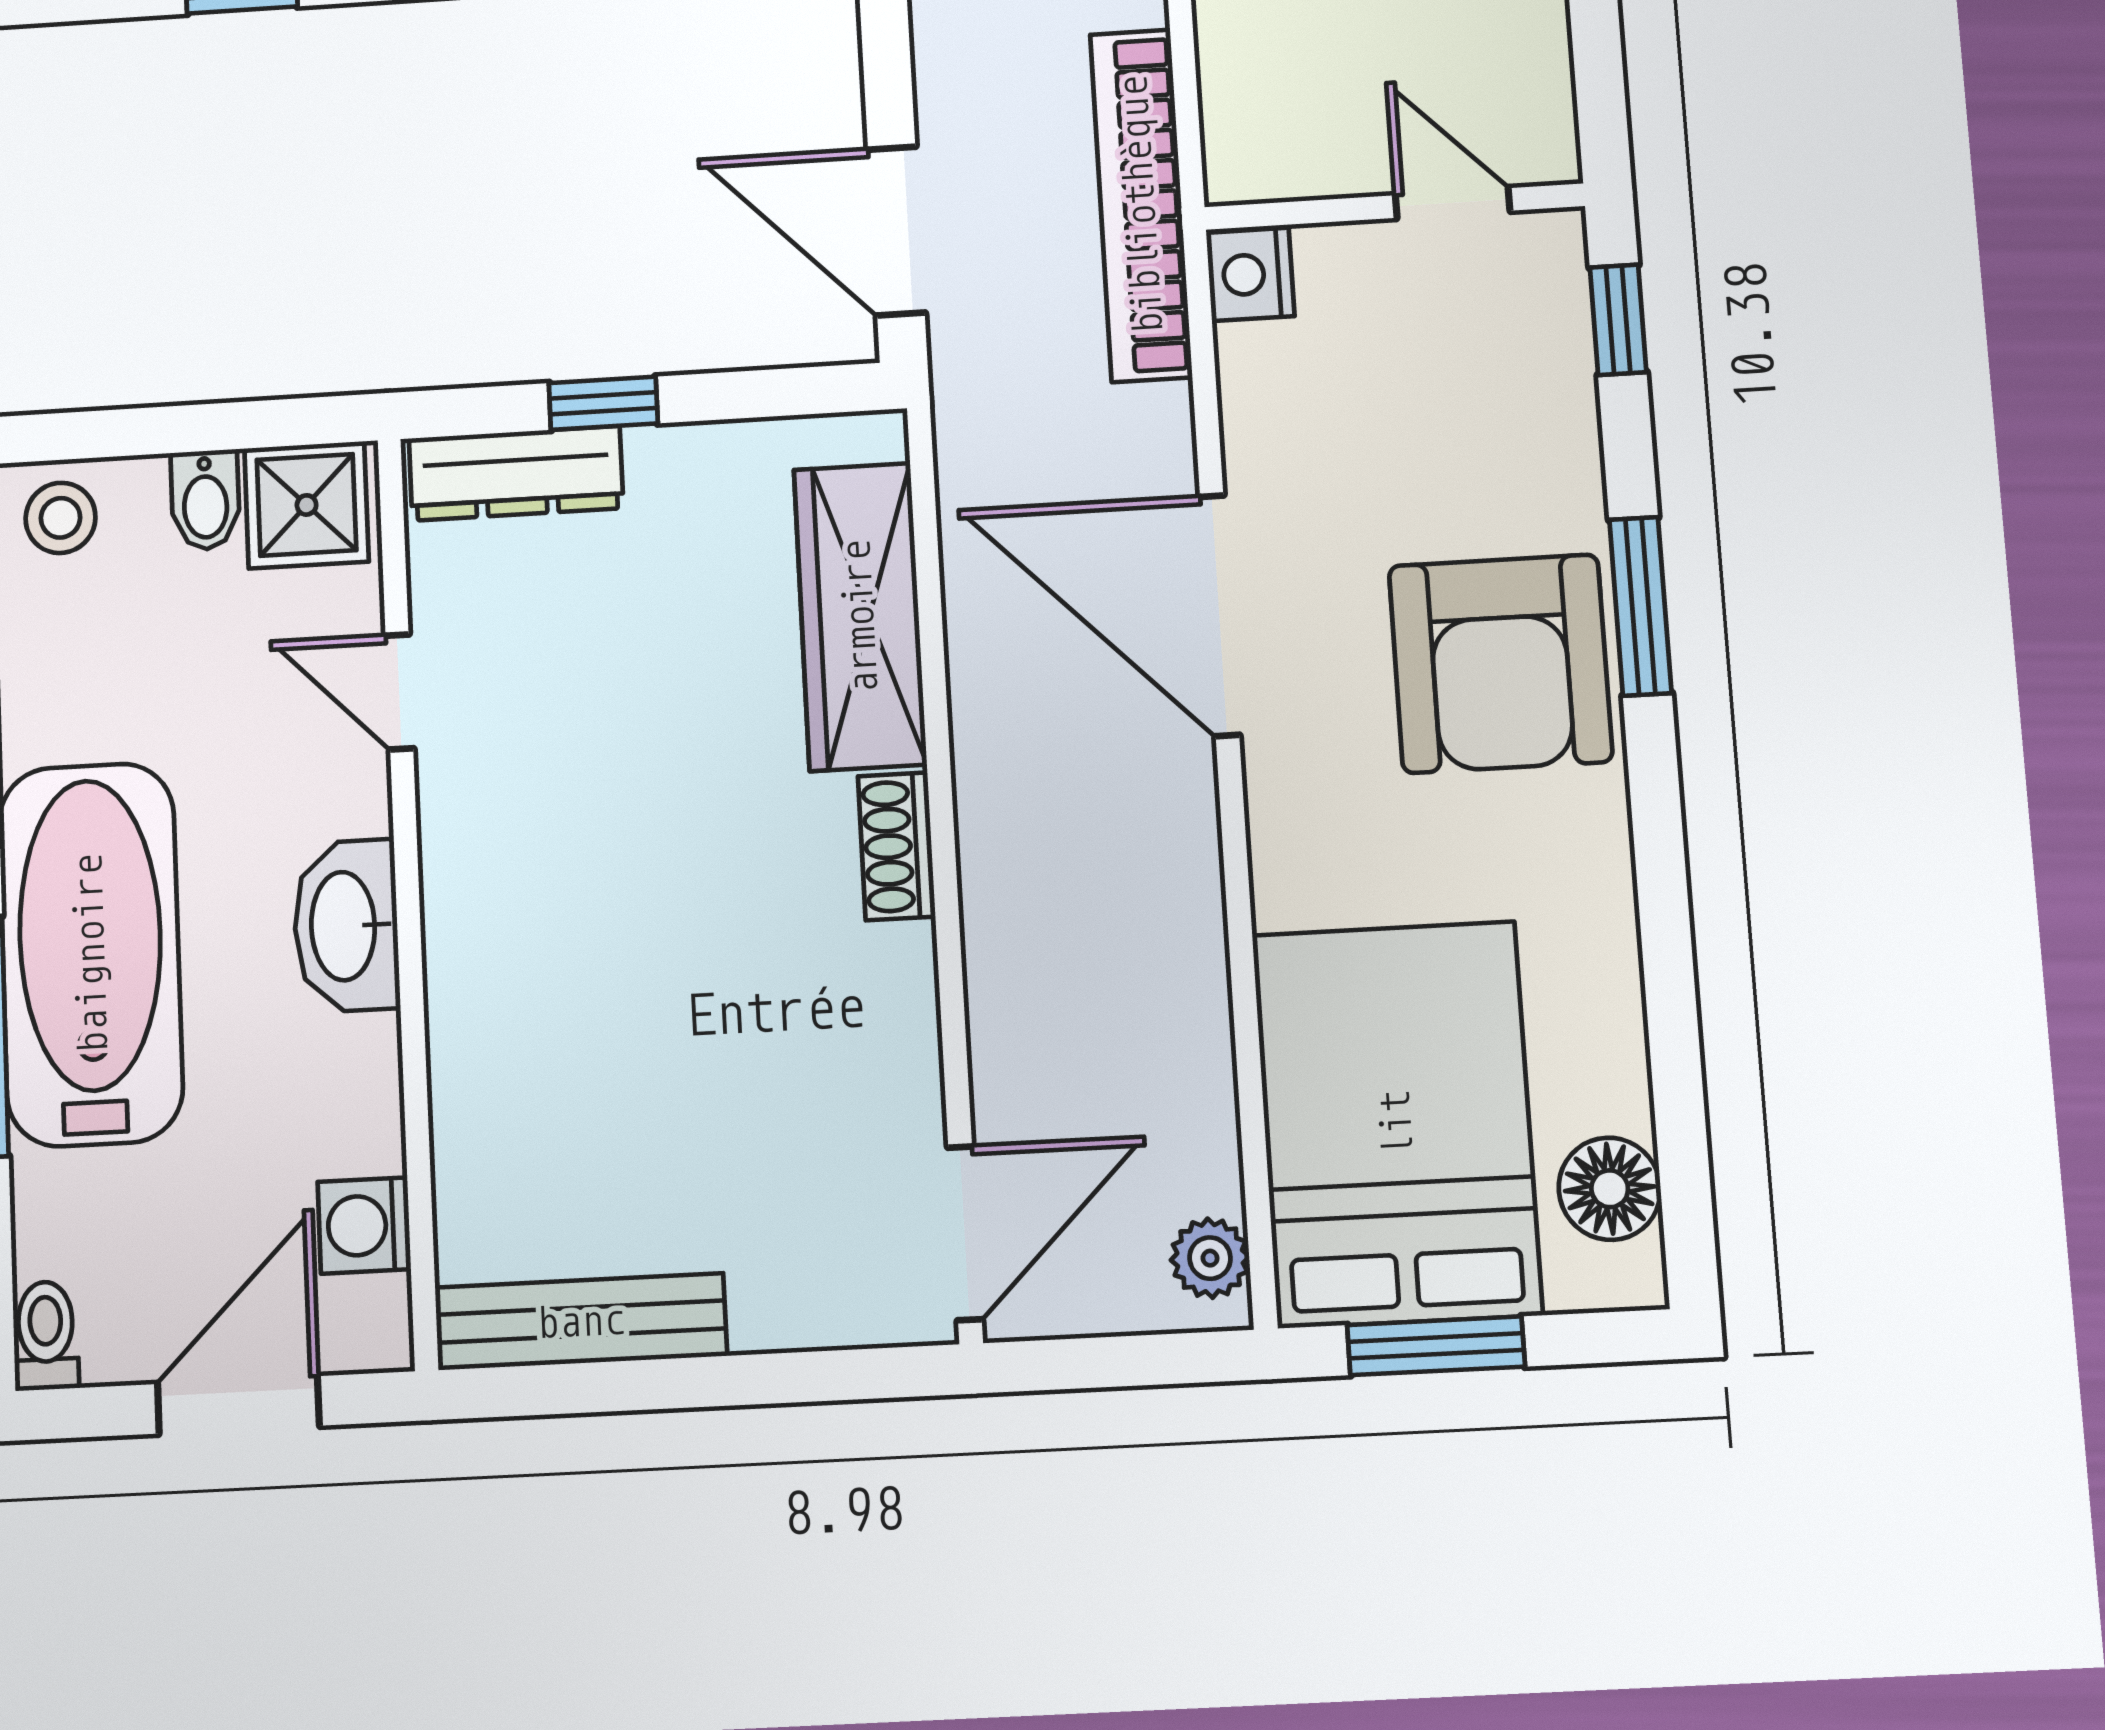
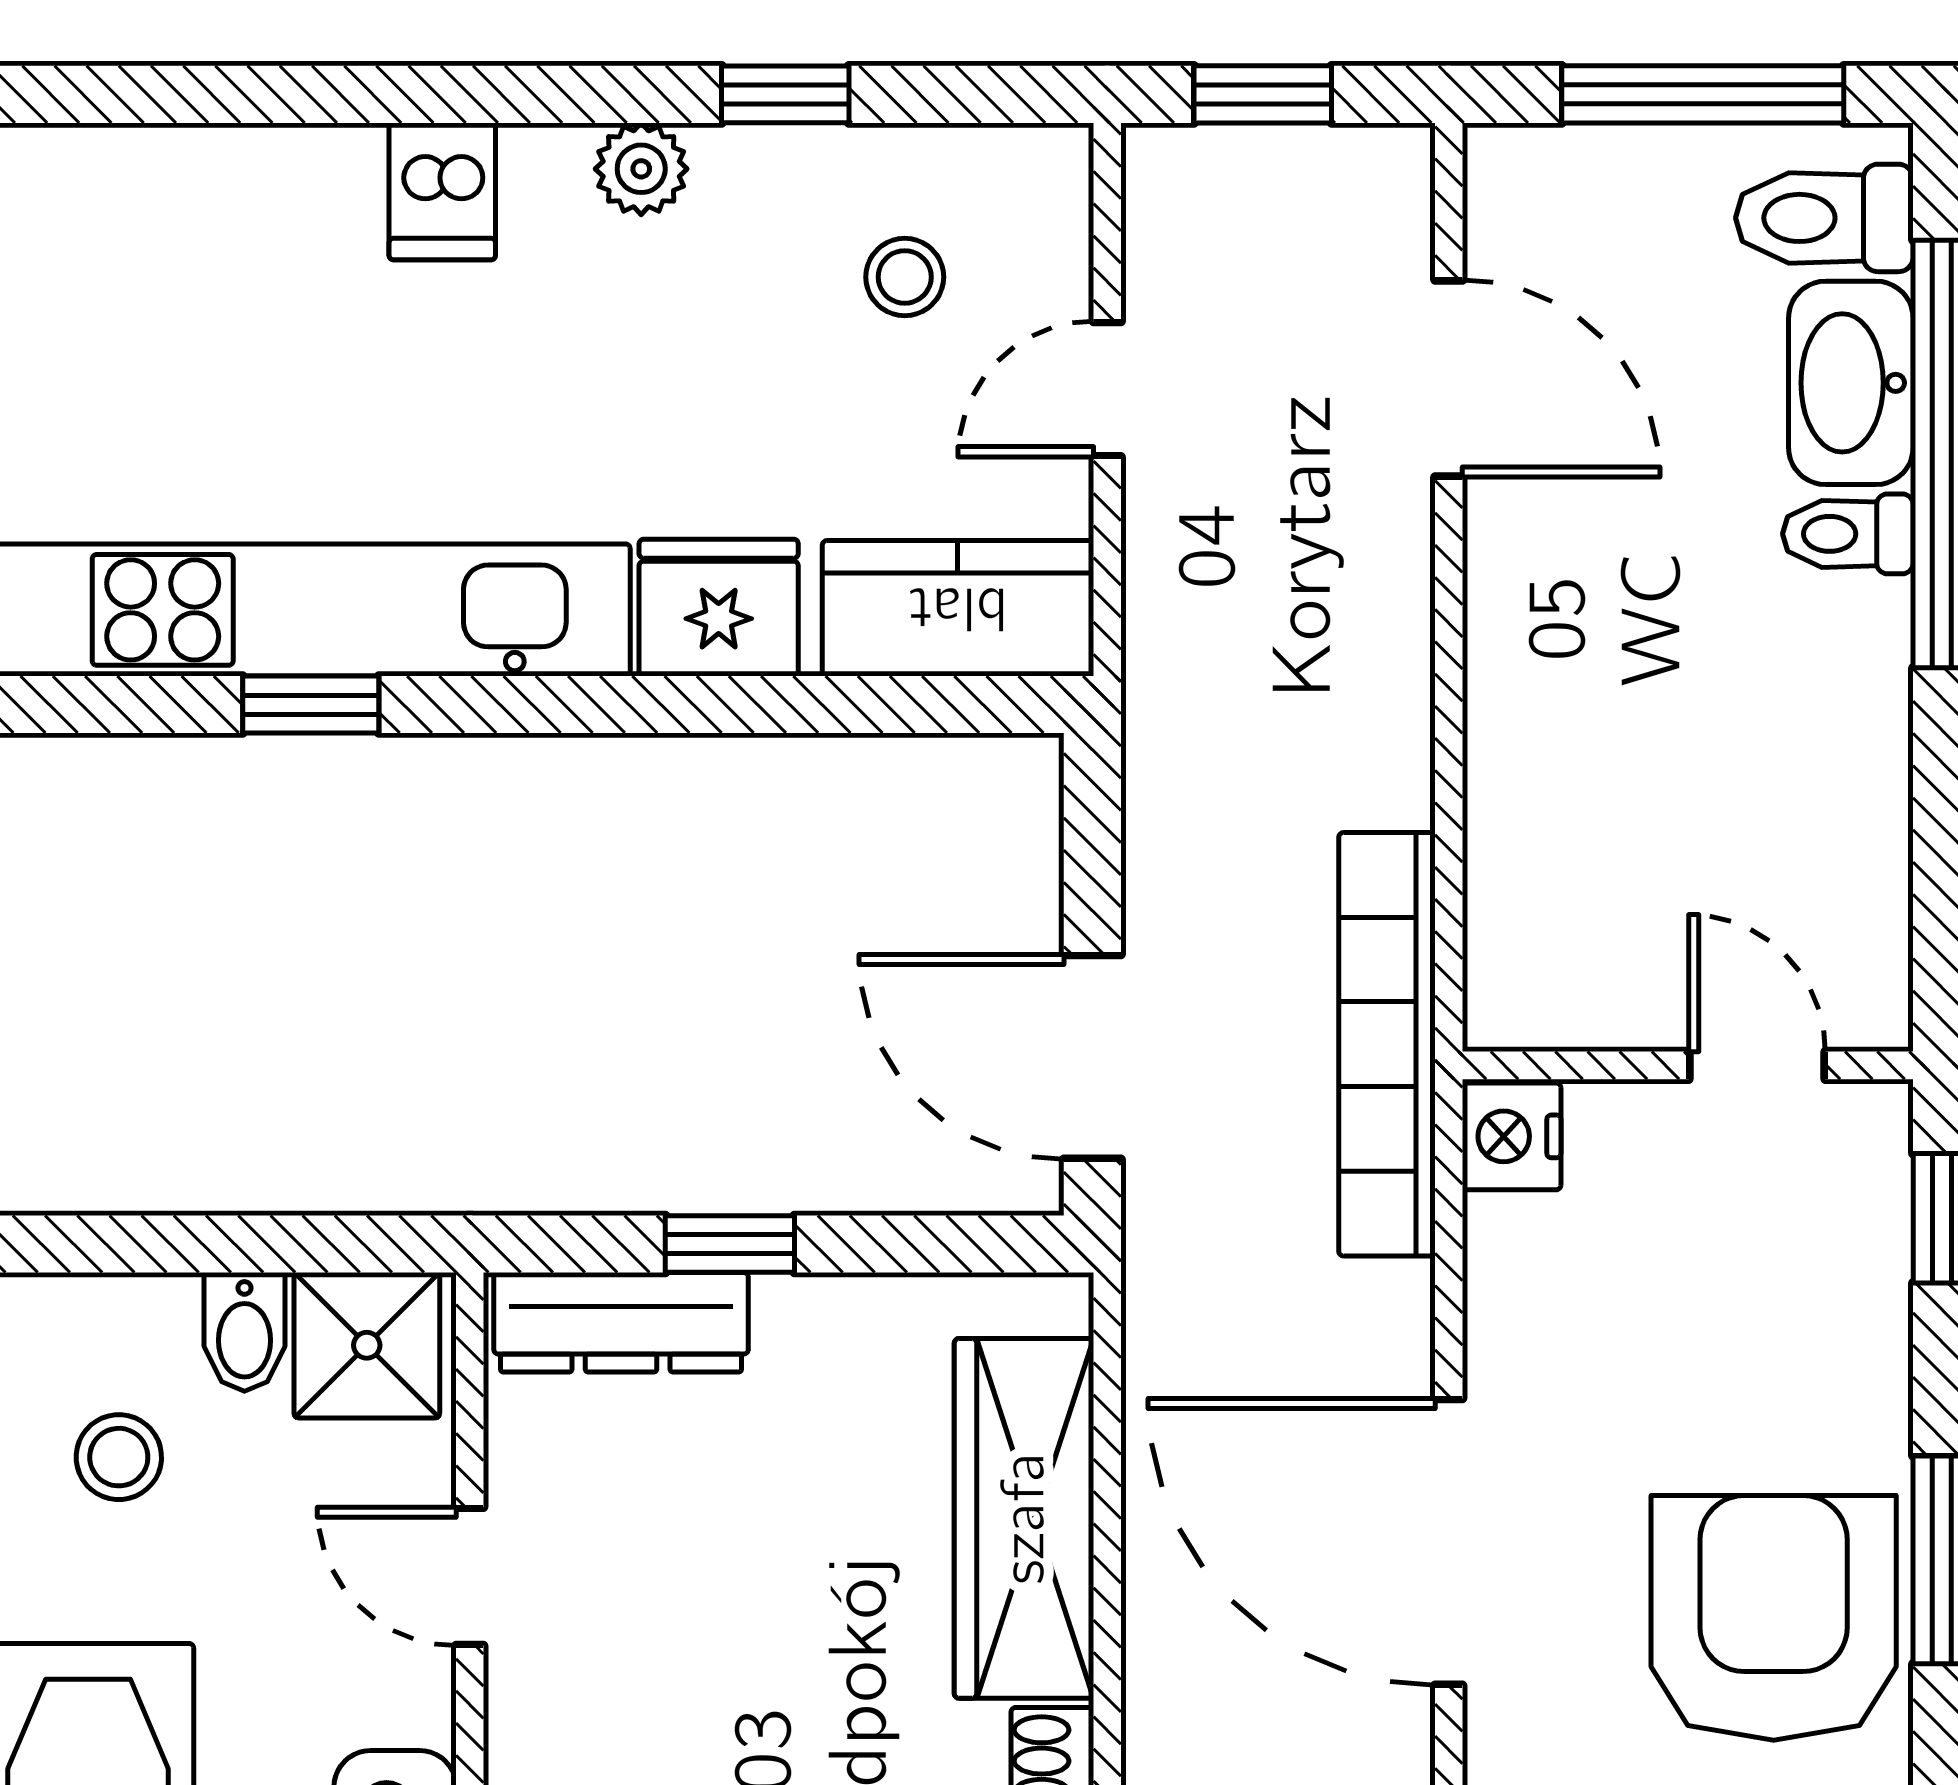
stool: (61, 518) -> (119, 1457), moved
armchair: (1500, 664) -> (1774, 1618), turned 180

